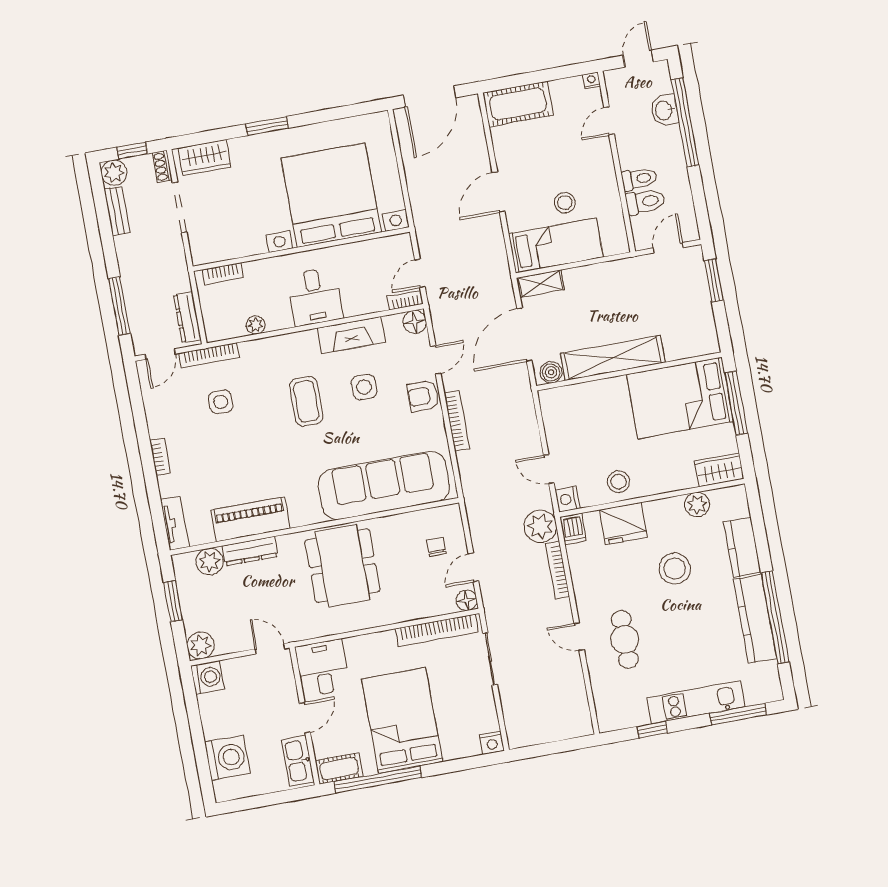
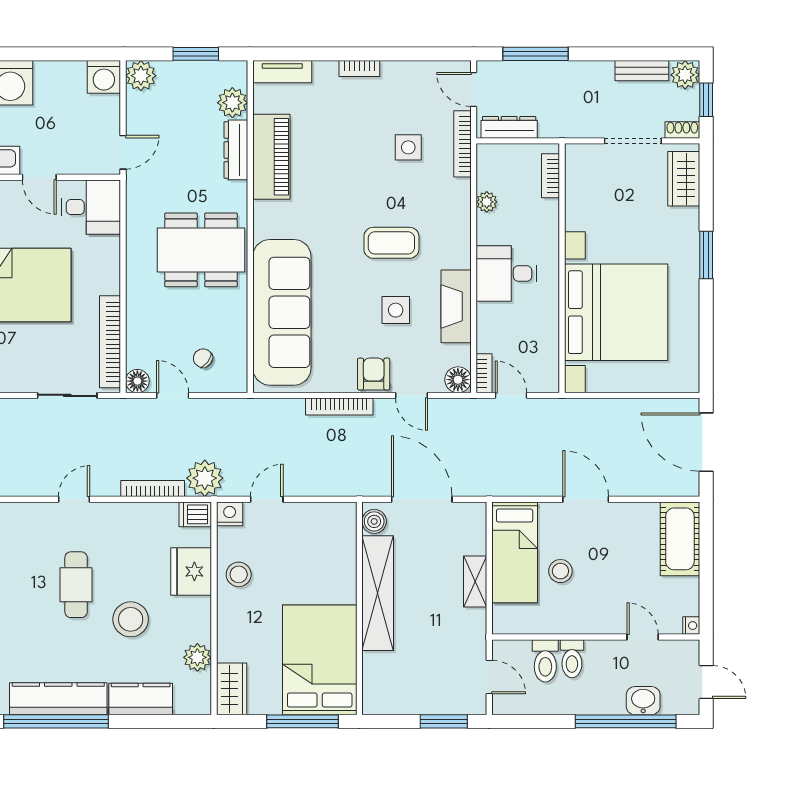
shelving: (540, 284) -> (475, 581), moved
chair: (436, 547) -> (203, 358), turned -143
cafe table: (625, 639) -> (76, 585), moved, turned 90

